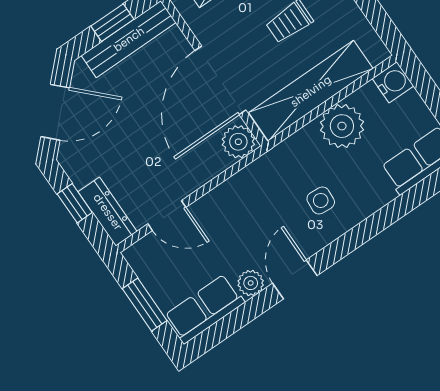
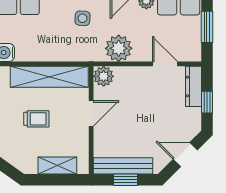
door: (220, 80) -> (91, 113), width x0.53
door: (55, 112) -> (185, 155), width x0.73
plant: (342, 126) -> (119, 48), moved

